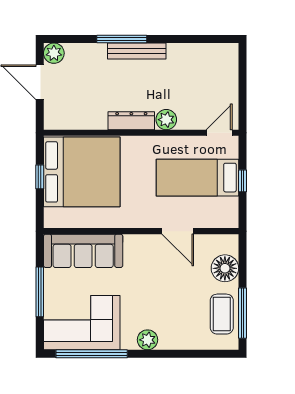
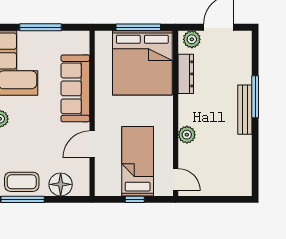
plant: (54, 53) -> (192, 39), moved
dresser: (131, 121) -> (186, 74), moved
window: (40, 177) -> (138, 27), width x2.17
sofa: (83, 251) -> (75, 88), moved

